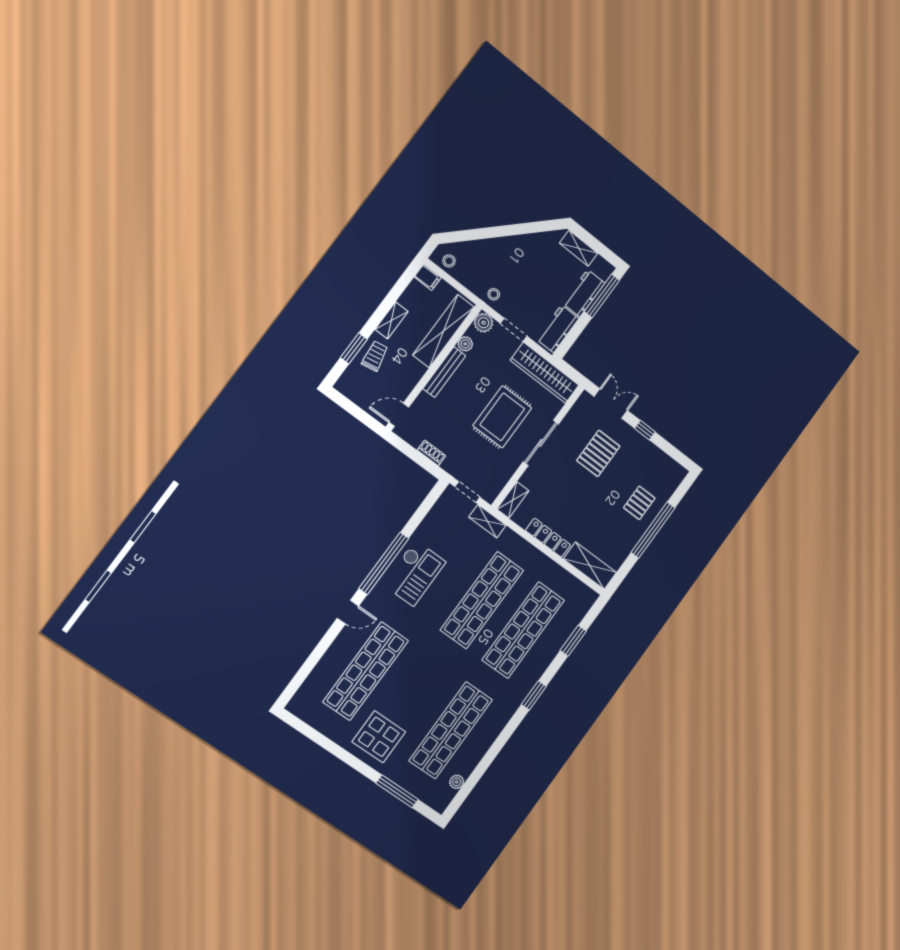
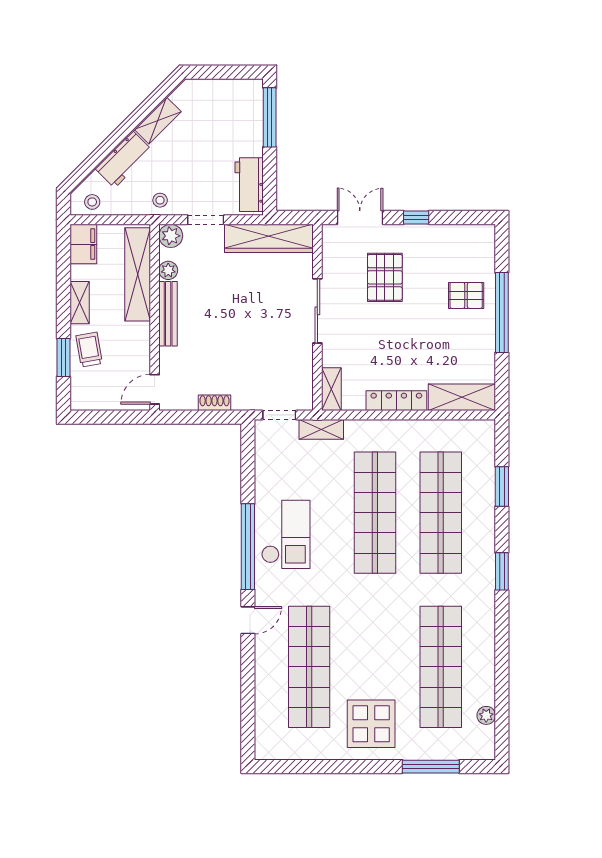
shelving: (579, 248) -> (158, 121), moved, turned -45
filing cabinet: (428, 277) -> (83, 244), width x2.00
workbench: (584, 293) -> (124, 160), moved, turned -135
rug: (502, 417) -> (259, 314), removed
pallet: (639, 503) -> (466, 295), turned 90

